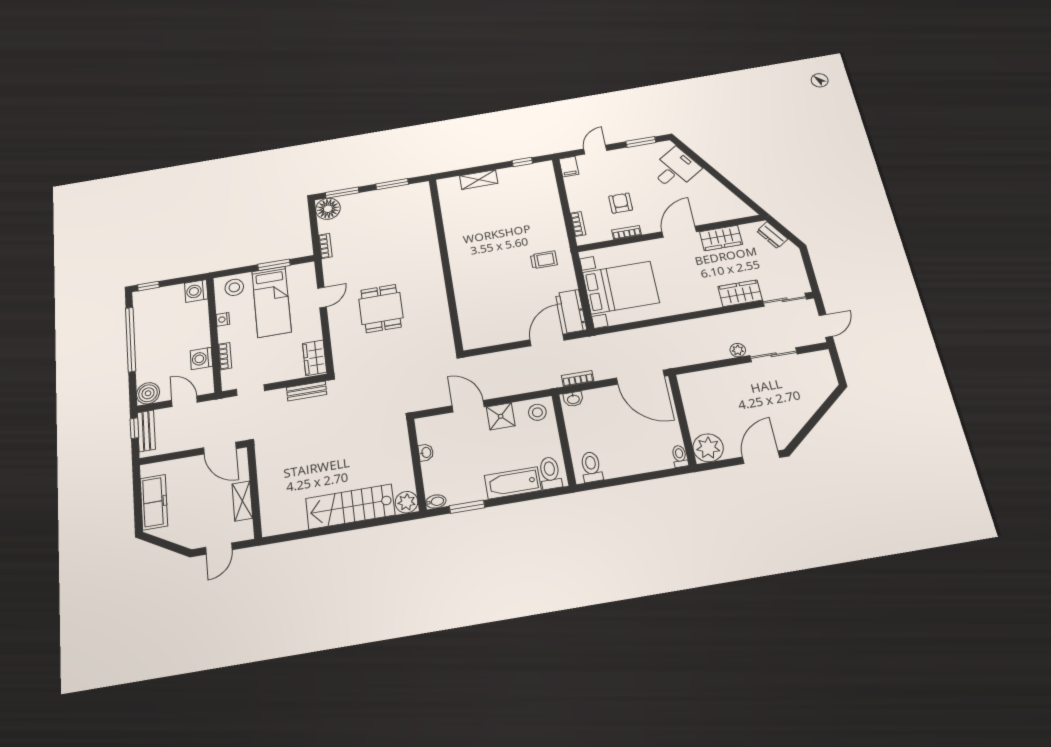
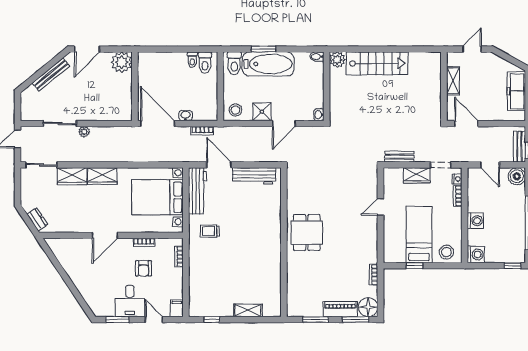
door: (595, 150) -> (154, 320), swing flipped
desk: (675, 169) -> (130, 301), moved, turned -56
piano: (363, 201) -> (340, 309), added
wardrobe: (721, 238) -> (102, 176), moved, turned 180
window: (274, 265) -> (414, 266), width x0.67
door: (322, 297) -> (380, 207), moved
dining table: (381, 308) -> (307, 233), moved
workbench: (571, 311) -> (197, 191), width x1.38
nightstand: (223, 319) -> (457, 179), moved
workbench: (498, 335) -> (254, 176), added
door: (547, 340) -> (219, 165), swing flipped
washing machine: (201, 358) -> (475, 221), moved
wardrobe: (315, 358) -> (417, 175), moved, turned 90
washbasin: (573, 399) -> (186, 115), moved
door: (468, 406) -> (284, 124), hinge flipped
bench: (803, 415) -> (51, 75), added
washbasin: (426, 452) -> (319, 115), moved
toilet: (680, 456) -> (192, 60), moved
bathtub: (513, 483) -> (268, 64), width x1.36, depth x1.36
window: (467, 507) -> (264, 49), moved

